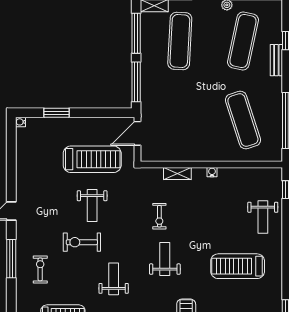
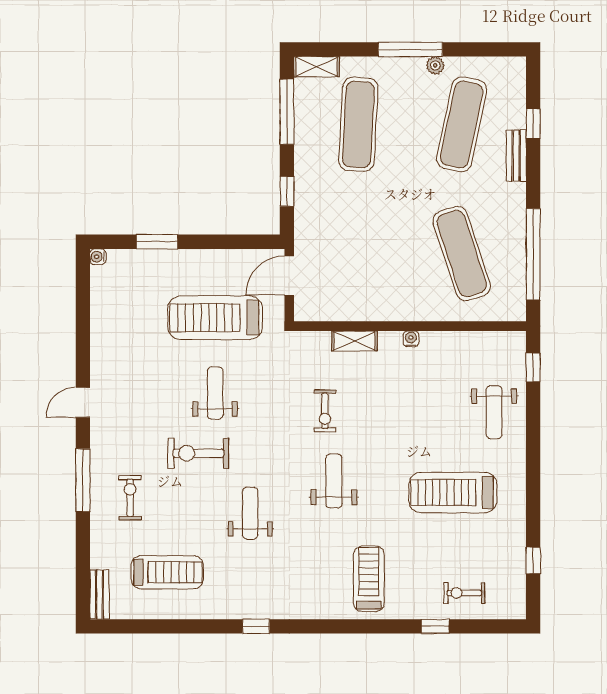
window: (136, 82) -> (287, 191), width x0.46
treadmill: (92, 159) -> (215, 318), turned 180
weight bench: (92, 205) -> (215, 393), turned 180

